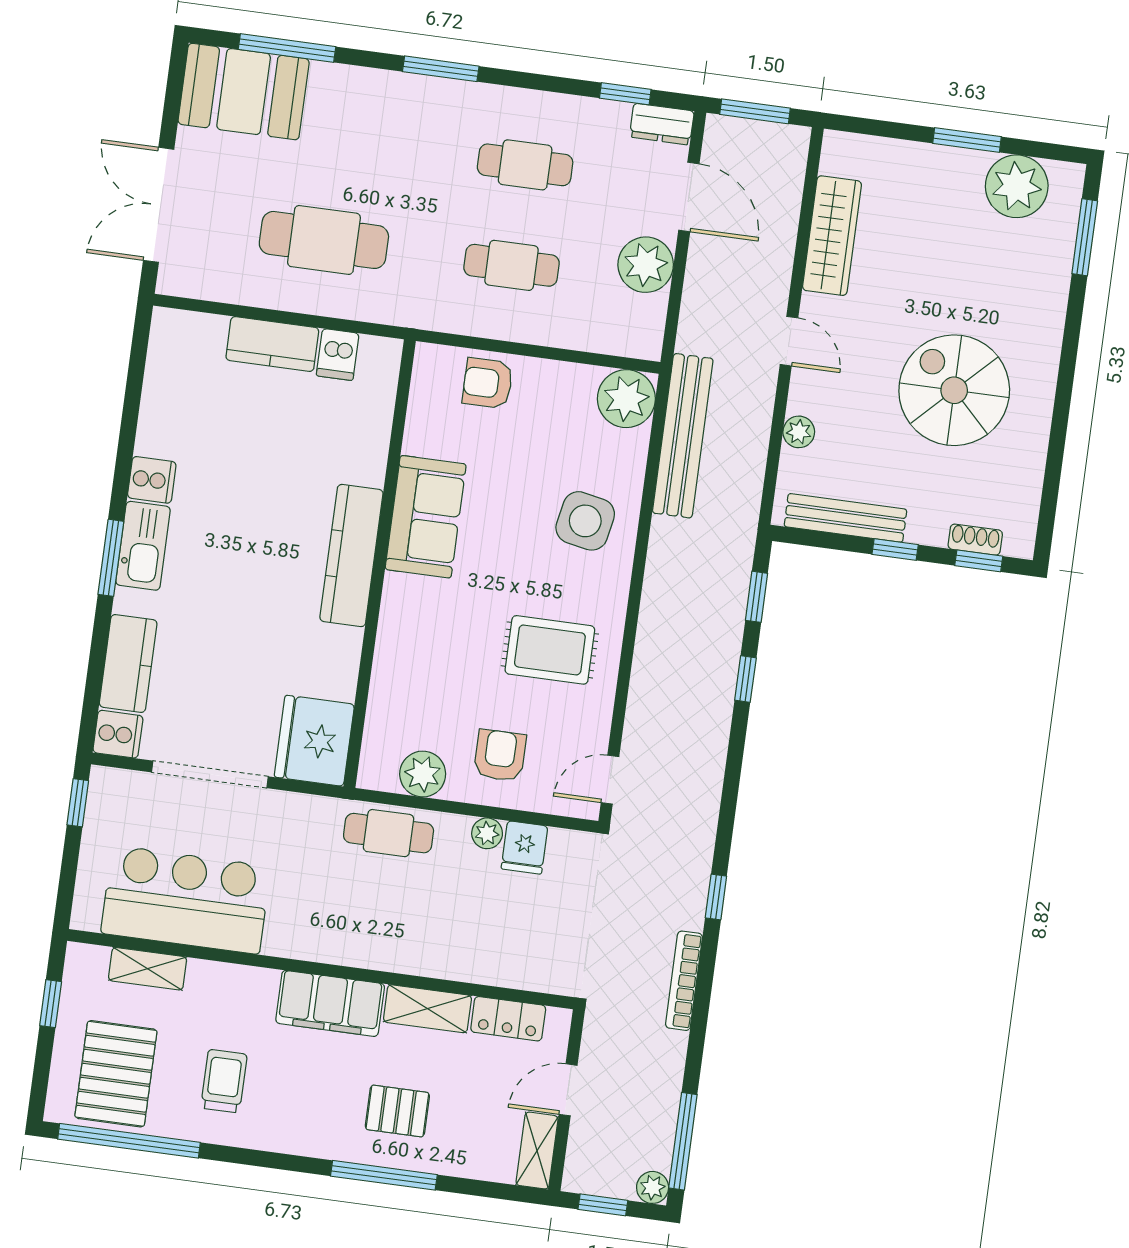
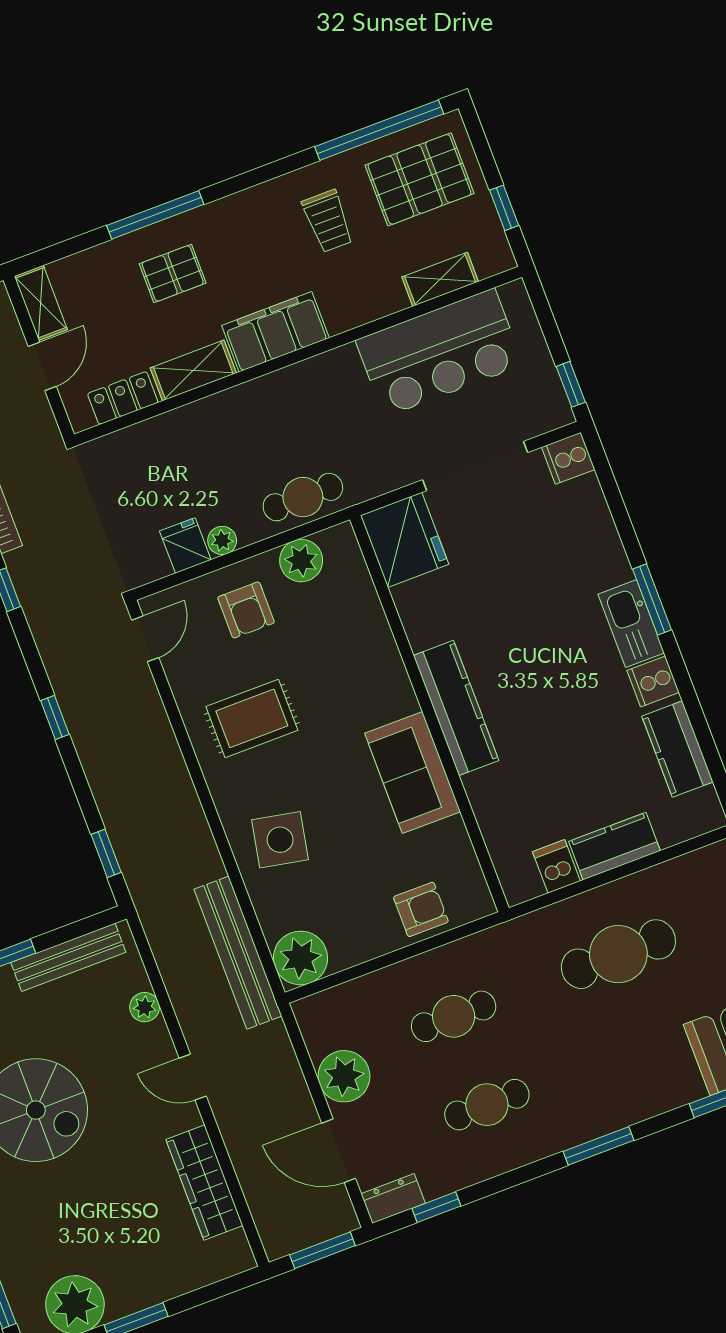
kitchen counter: (128, 663) -> (677, 749), moved
window: (745, 679) -> (55, 718), moved
pallet: (116, 1074) -> (420, 179), turned 90

